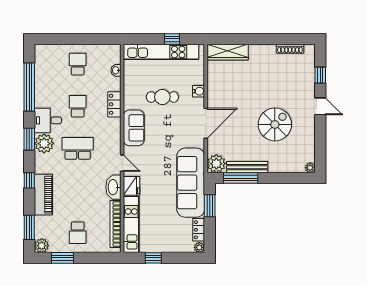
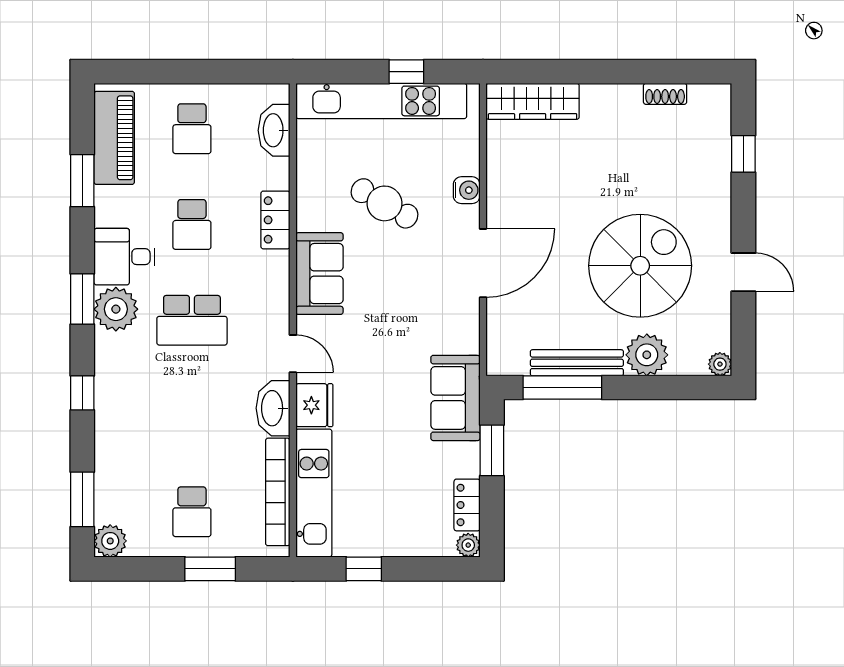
shoe rack: (290, 49) -> (665, 94), width x0.70
school desk: (78, 64) -> (192, 129), turned 180
washbasin: (116, 70) -> (274, 130), width x1.91, depth x1.45
window: (29, 87) -> (82, 181), width x0.47
cafe table: (162, 97) -> (385, 203), turned 30
school desk: (78, 106) -> (192, 224), turned 180
door: (320, 106) -> (743, 272), moved
spiral stairs: (275, 124) -> (640, 266), width x1.37, depth x1.37
school desk: (78, 148) -> (192, 320), turned 180
plant: (216, 164) -> (647, 355), moved
sofa: (191, 183) -> (455, 398), width x0.54, depth x0.79
piano: (43, 195) -> (114, 138), moved
window: (63, 258) -> (210, 569), moved

